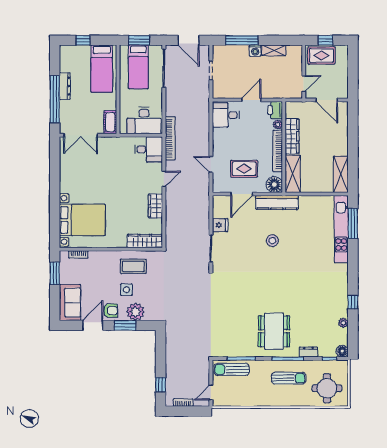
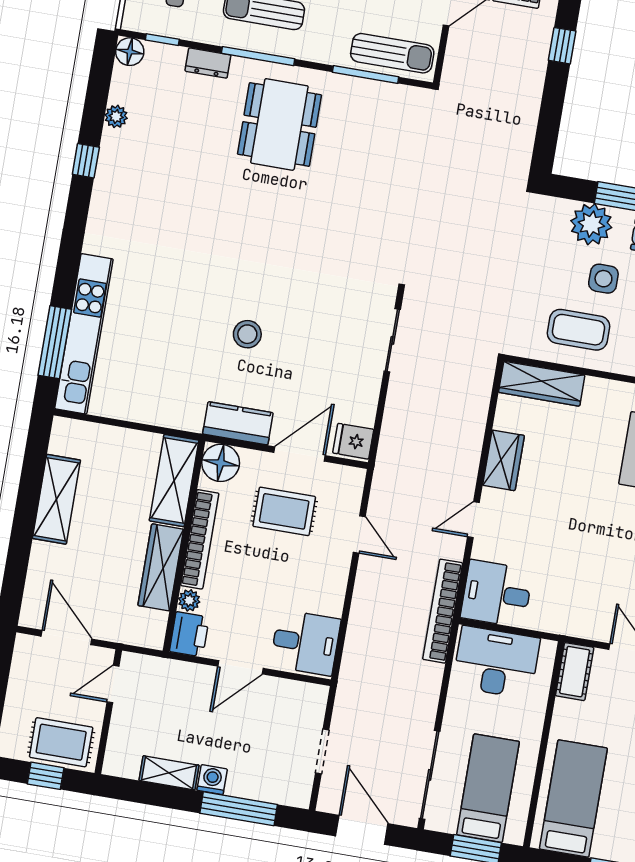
shelving: (341, 174) -> (56, 499), moved
kitchen counter: (277, 202) -> (238, 423), width x0.67
fridge: (220, 225) -> (353, 441), moved

